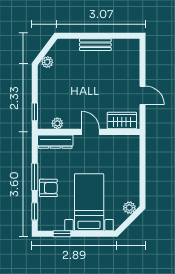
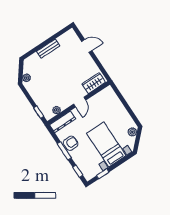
door: (143, 95) -> (87, 46), moved
door: (91, 132) -> (80, 102), swing flipped
armchair: (48, 188) -> (71, 143), moved

